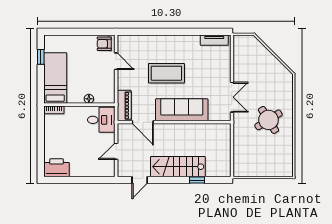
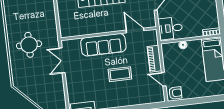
coffee table: (166, 73) -> (120, 74), width x0.73, depth x0.76
piano: (124, 106) -> (154, 59), moved
round table: (268, 120) -> (29, 45), turned 32

